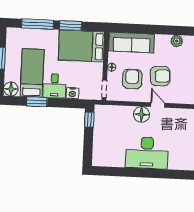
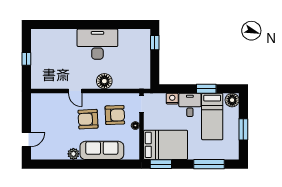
window: (71, 26) -> (161, 164), moved
sofa: (132, 42) -> (102, 150), moved
armchair: (132, 79) -> (115, 115), turned -92
door: (158, 105) -> (75, 91), moved
window: (89, 120) -> (155, 43), moved

